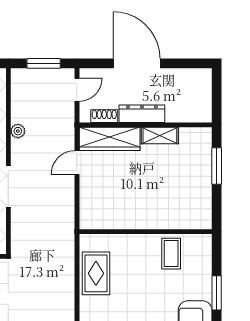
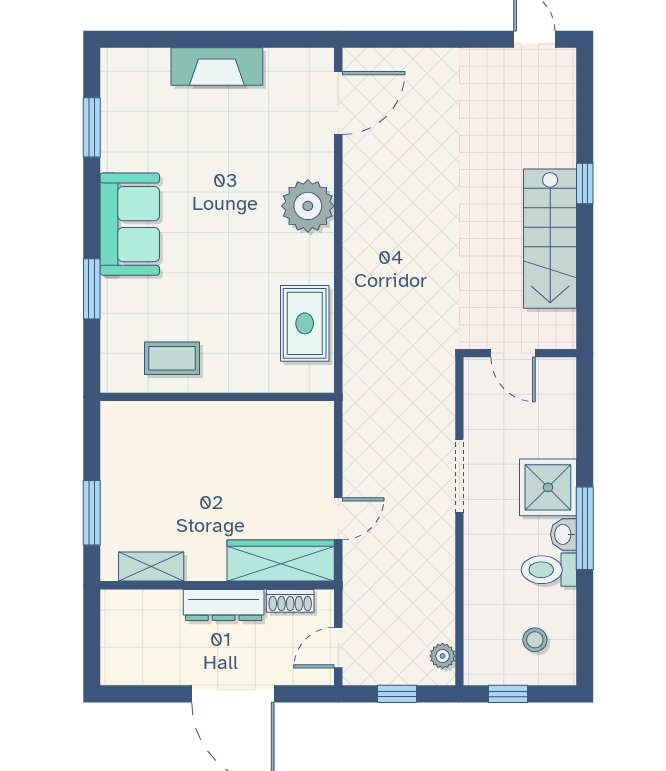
window: (44, 63) -> (397, 694), width x0.67
plant: (18, 131) -> (443, 656), moved
shelving: (160, 135) -> (151, 567), moved
coffee table: (171, 254) -> (172, 358), turned 90

